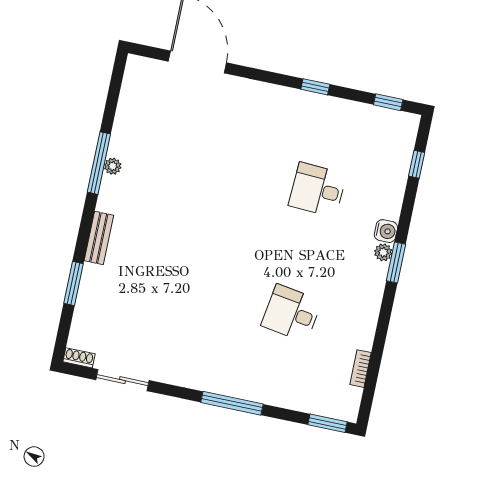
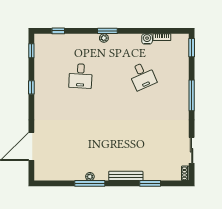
water cooler: (386, 231) -> (147, 39), moved
bench: (99, 238) -> (126, 176), width x1.36
desk: (291, 313) -> (142, 76), turned -33

